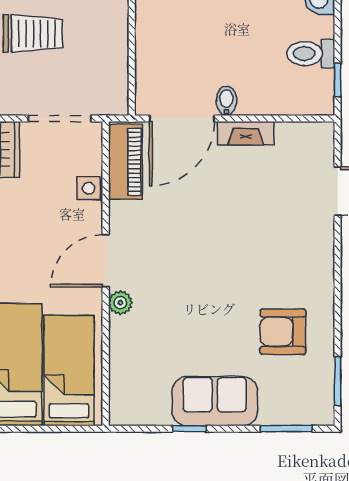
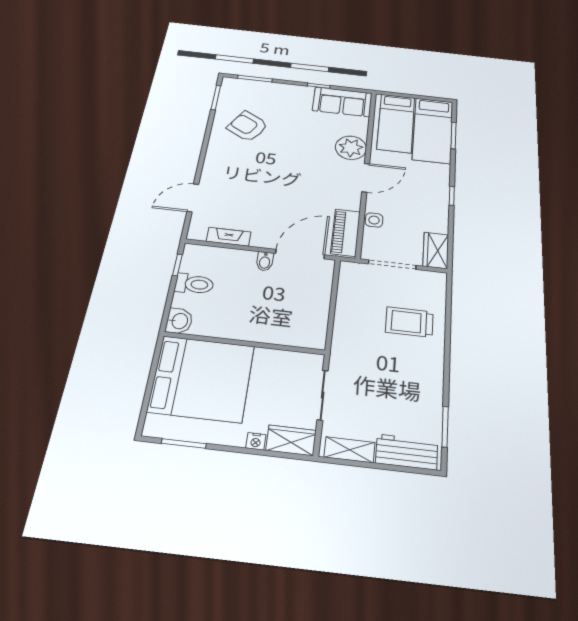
fireplace: (246, 133) -> (229, 237), moved
plant: (120, 303) -> (351, 148), width x1.88, depth x1.88
armchair: (283, 332) -> (248, 126), turned -150
sofa: (215, 401) -> (342, 102), moved

